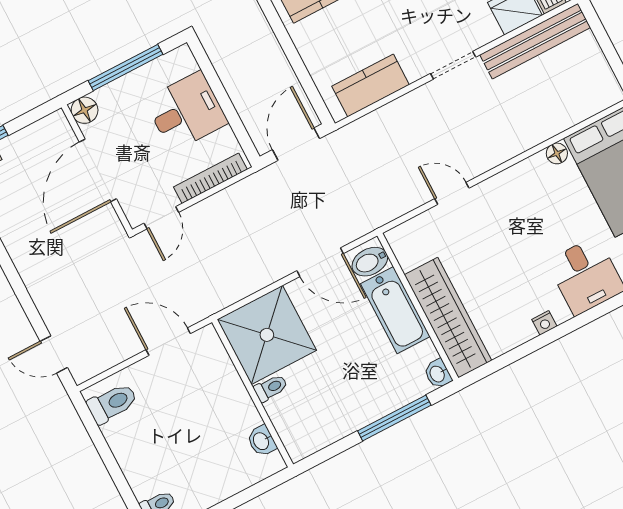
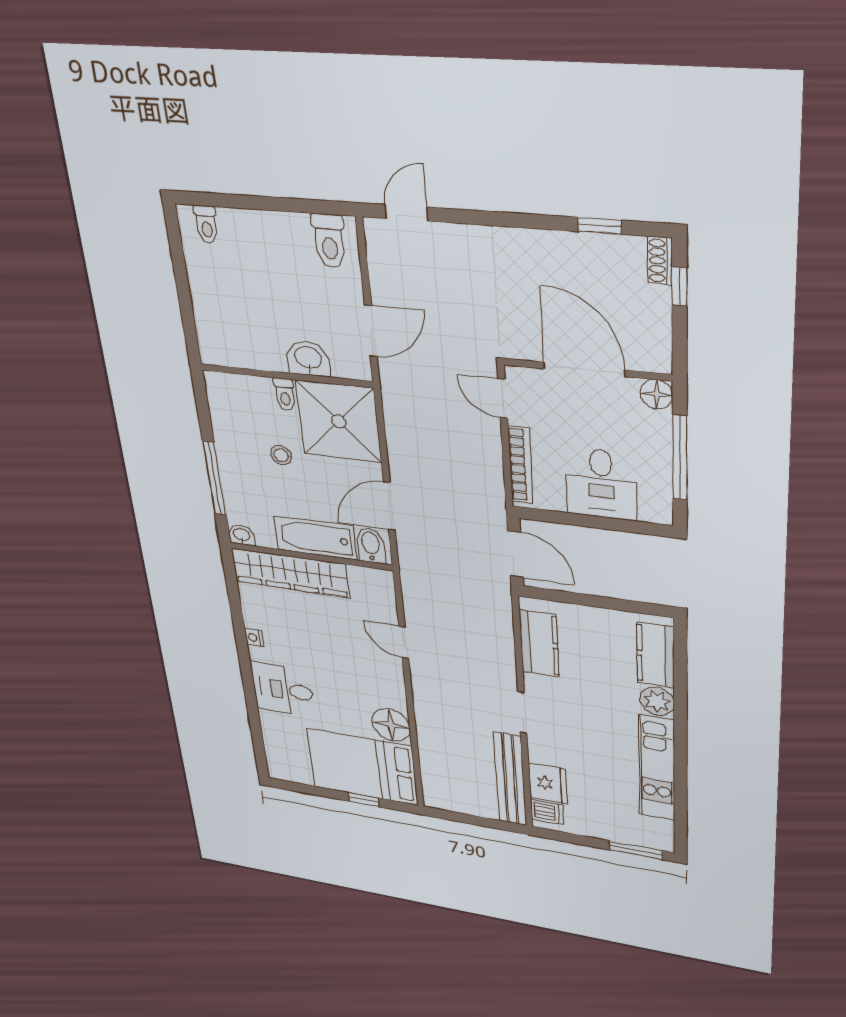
floor lamp: (557, 153) -> (391, 725), width x1.89, depth x1.89
door: (452, 193) -> (404, 642), swing flipped
stool: (332, 370) -> (281, 455), added
washbasin: (262, 441) -> (308, 358), moved, width x1.38, depth x1.45

